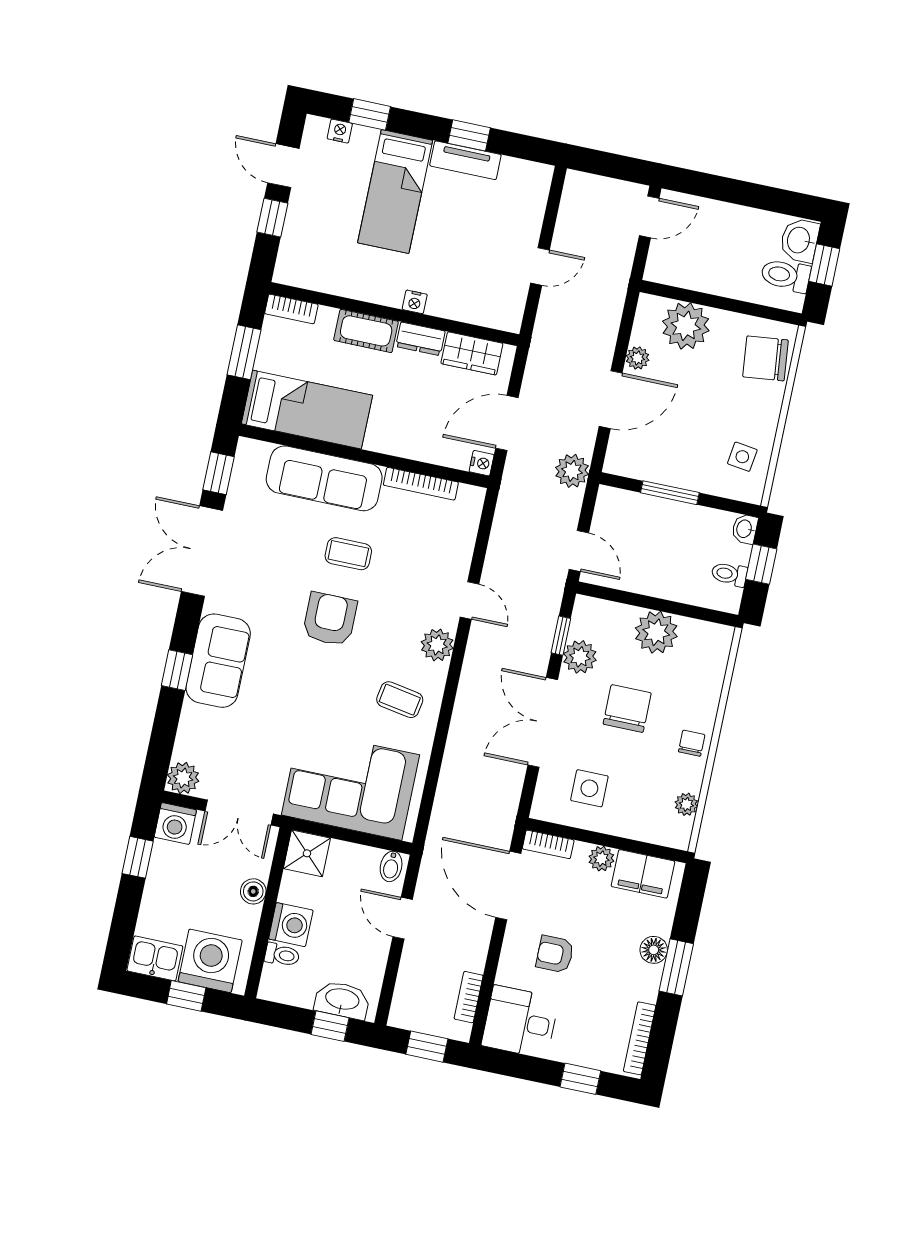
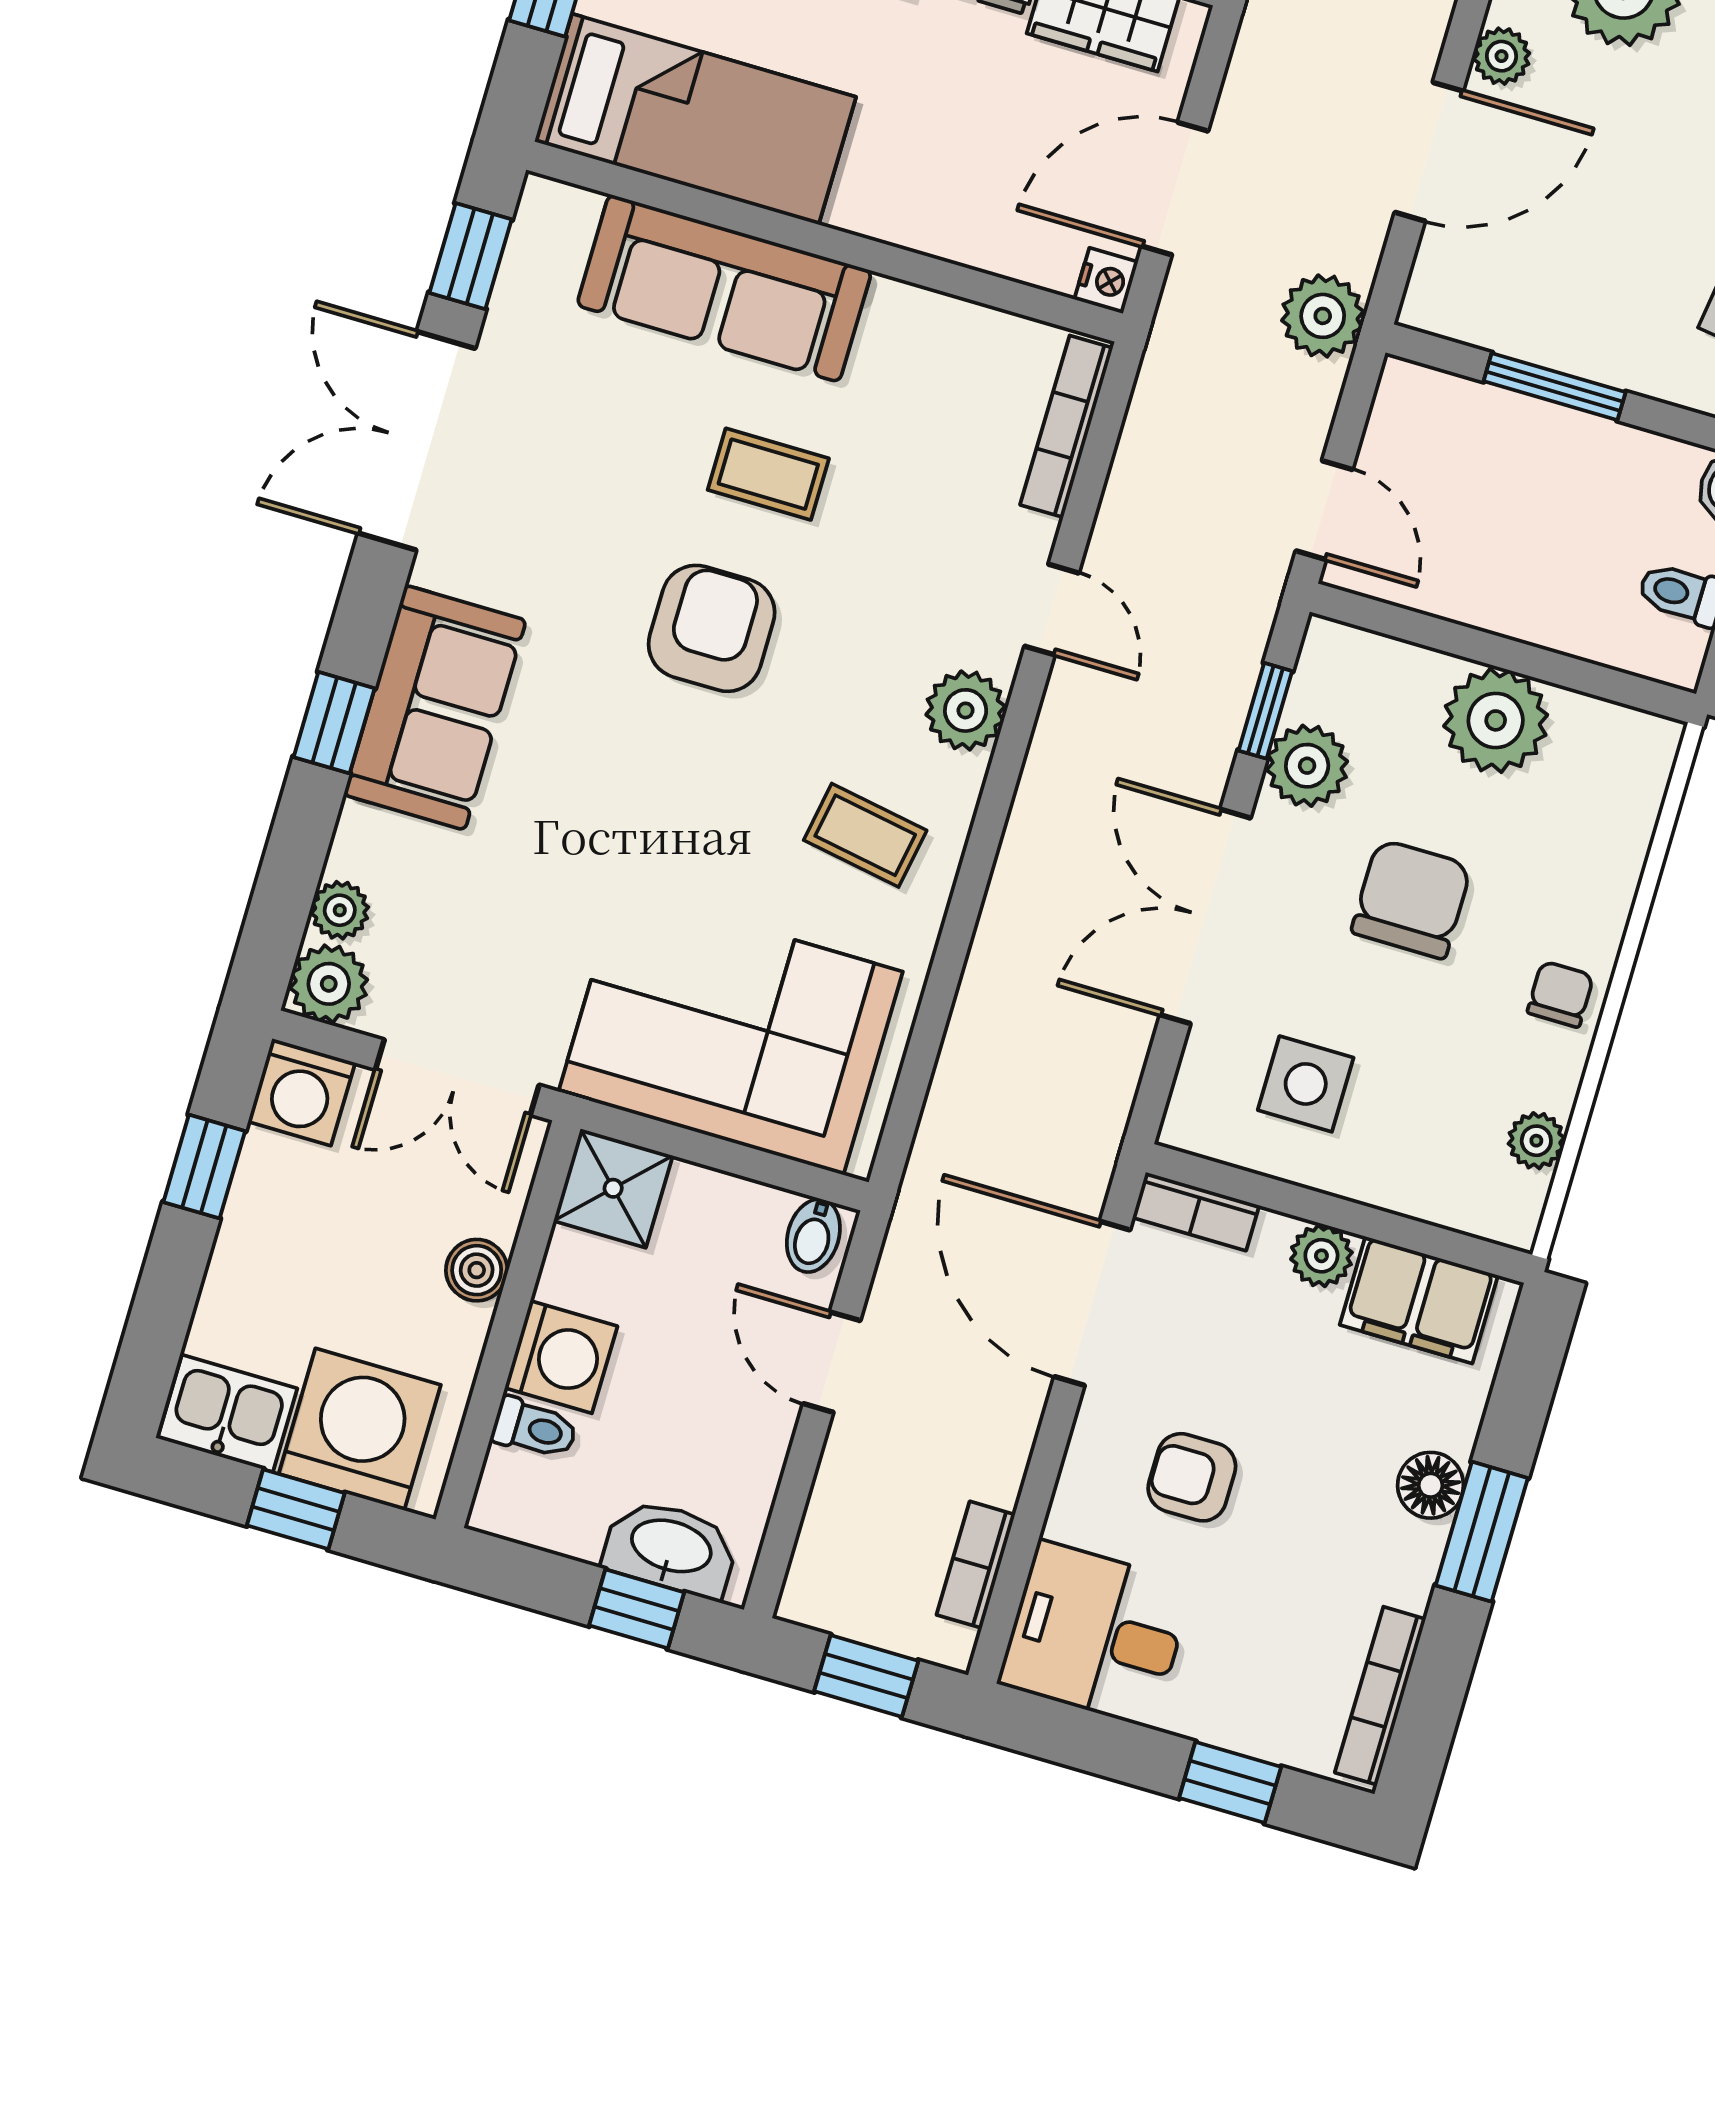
bookcase: (421, 484) -> (1066, 426), moved, turned 90
plant: (185, 747) -> (340, 910), added

